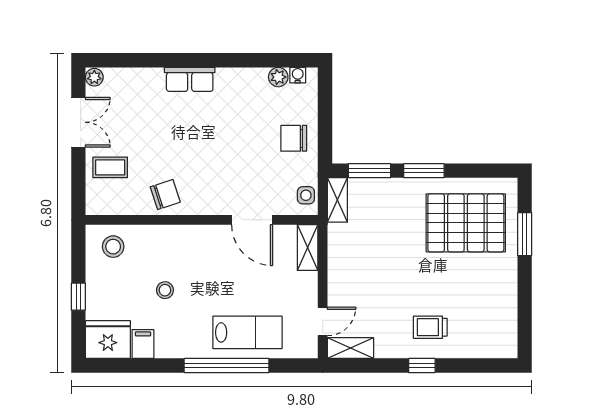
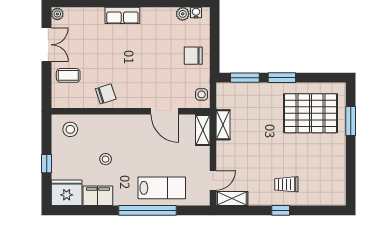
shelving: (337, 200) -> (223, 125), moved
filing cabinet: (143, 344) -> (98, 196), width x2.00

